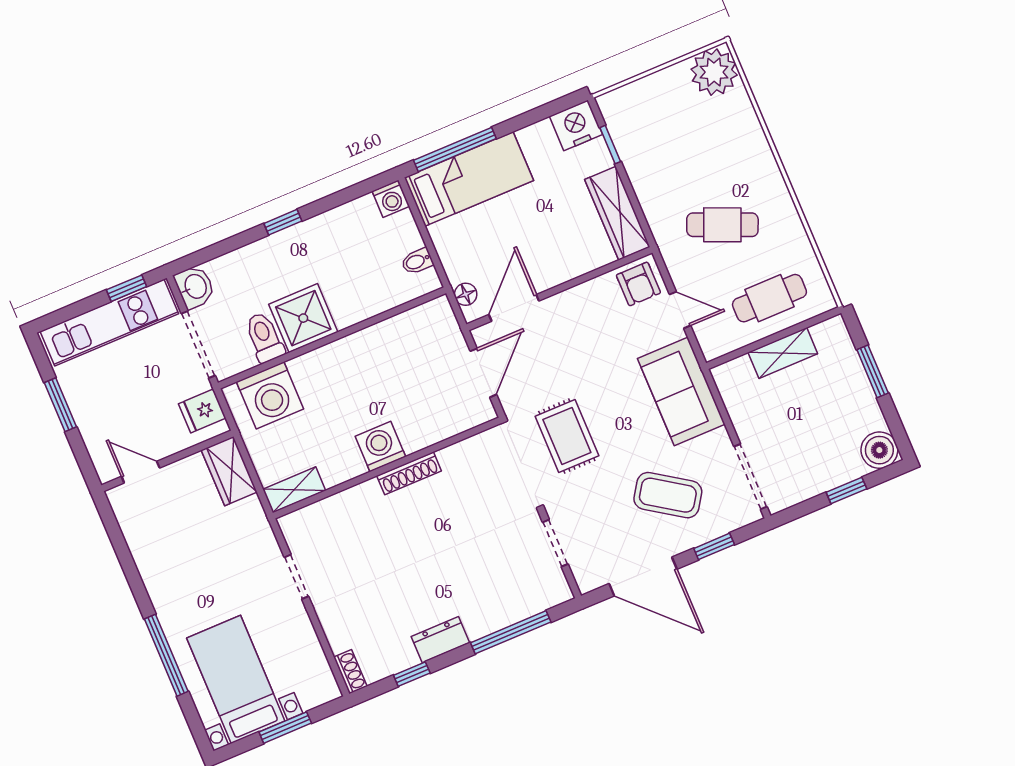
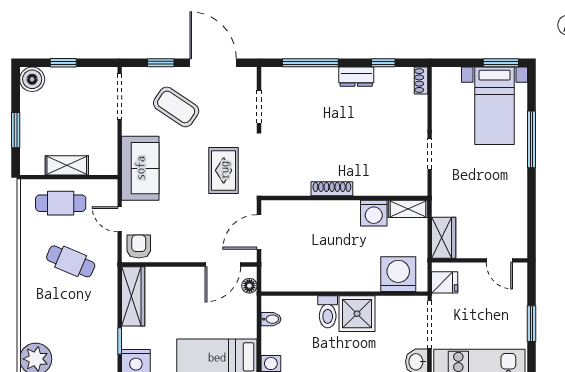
toilet: (264, 337) -> (328, 312), moved
washing machine: (380, 446) -> (374, 213), moved
window: (285, 728) -> (501, 63), moved

